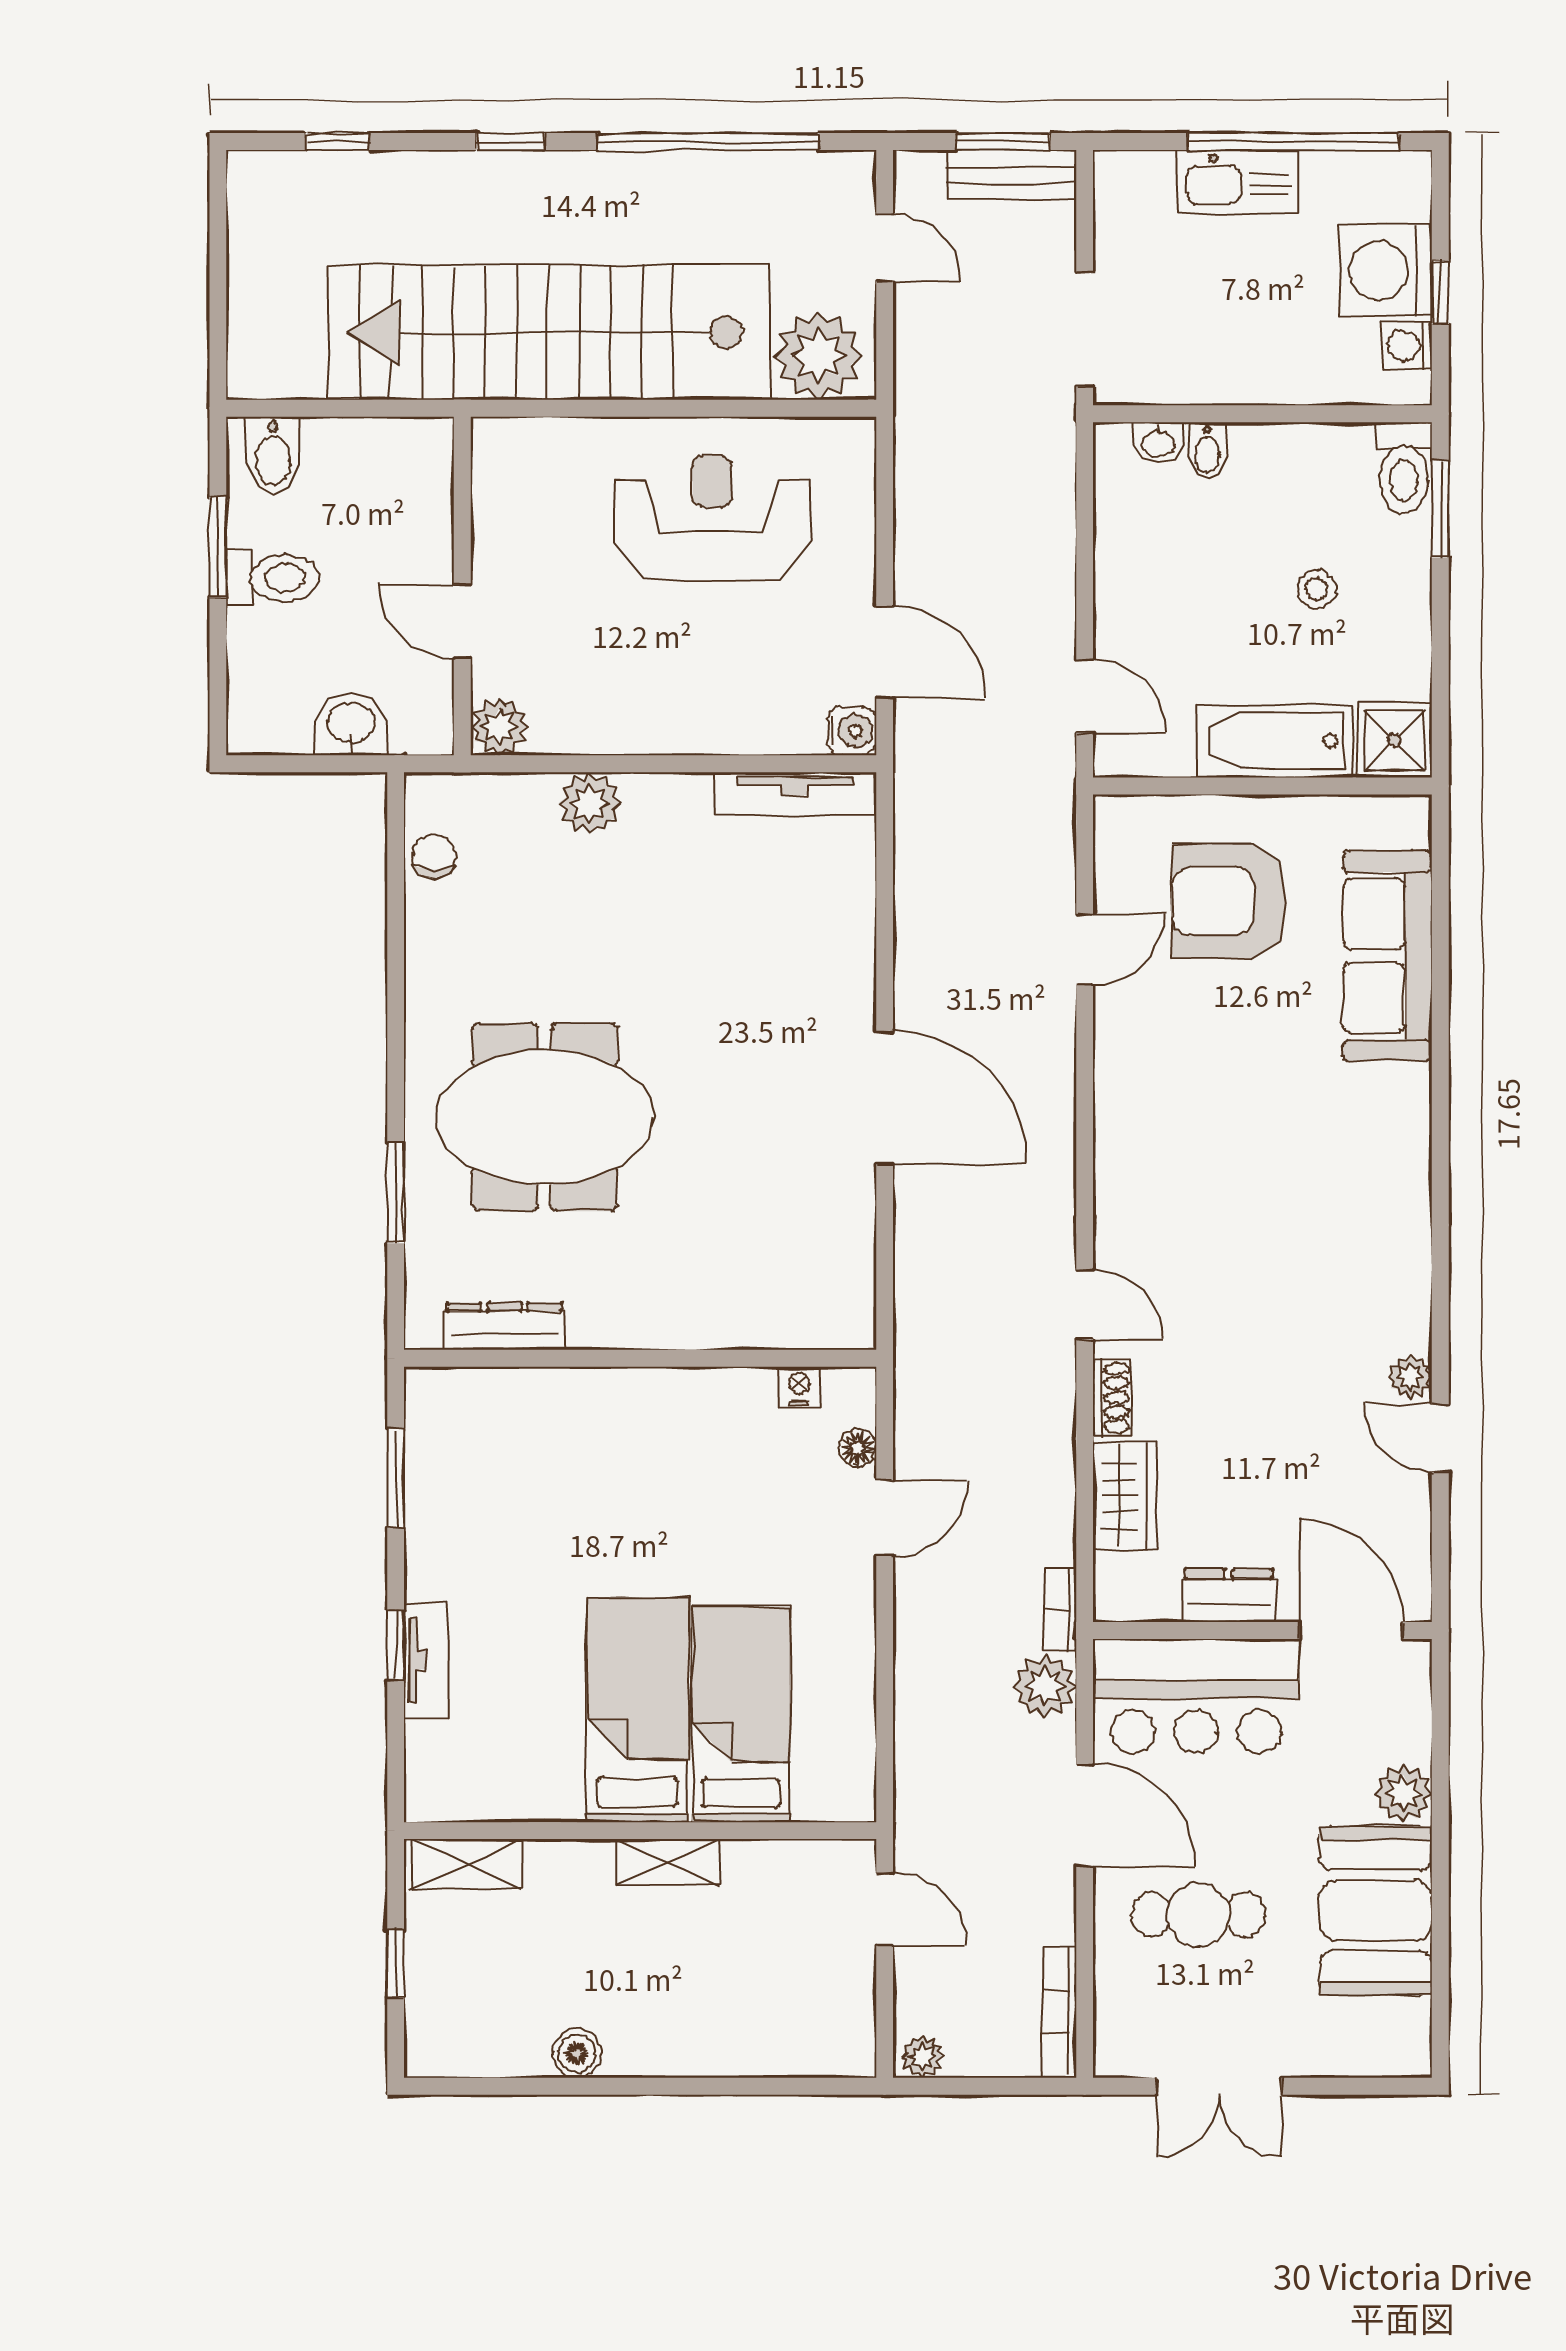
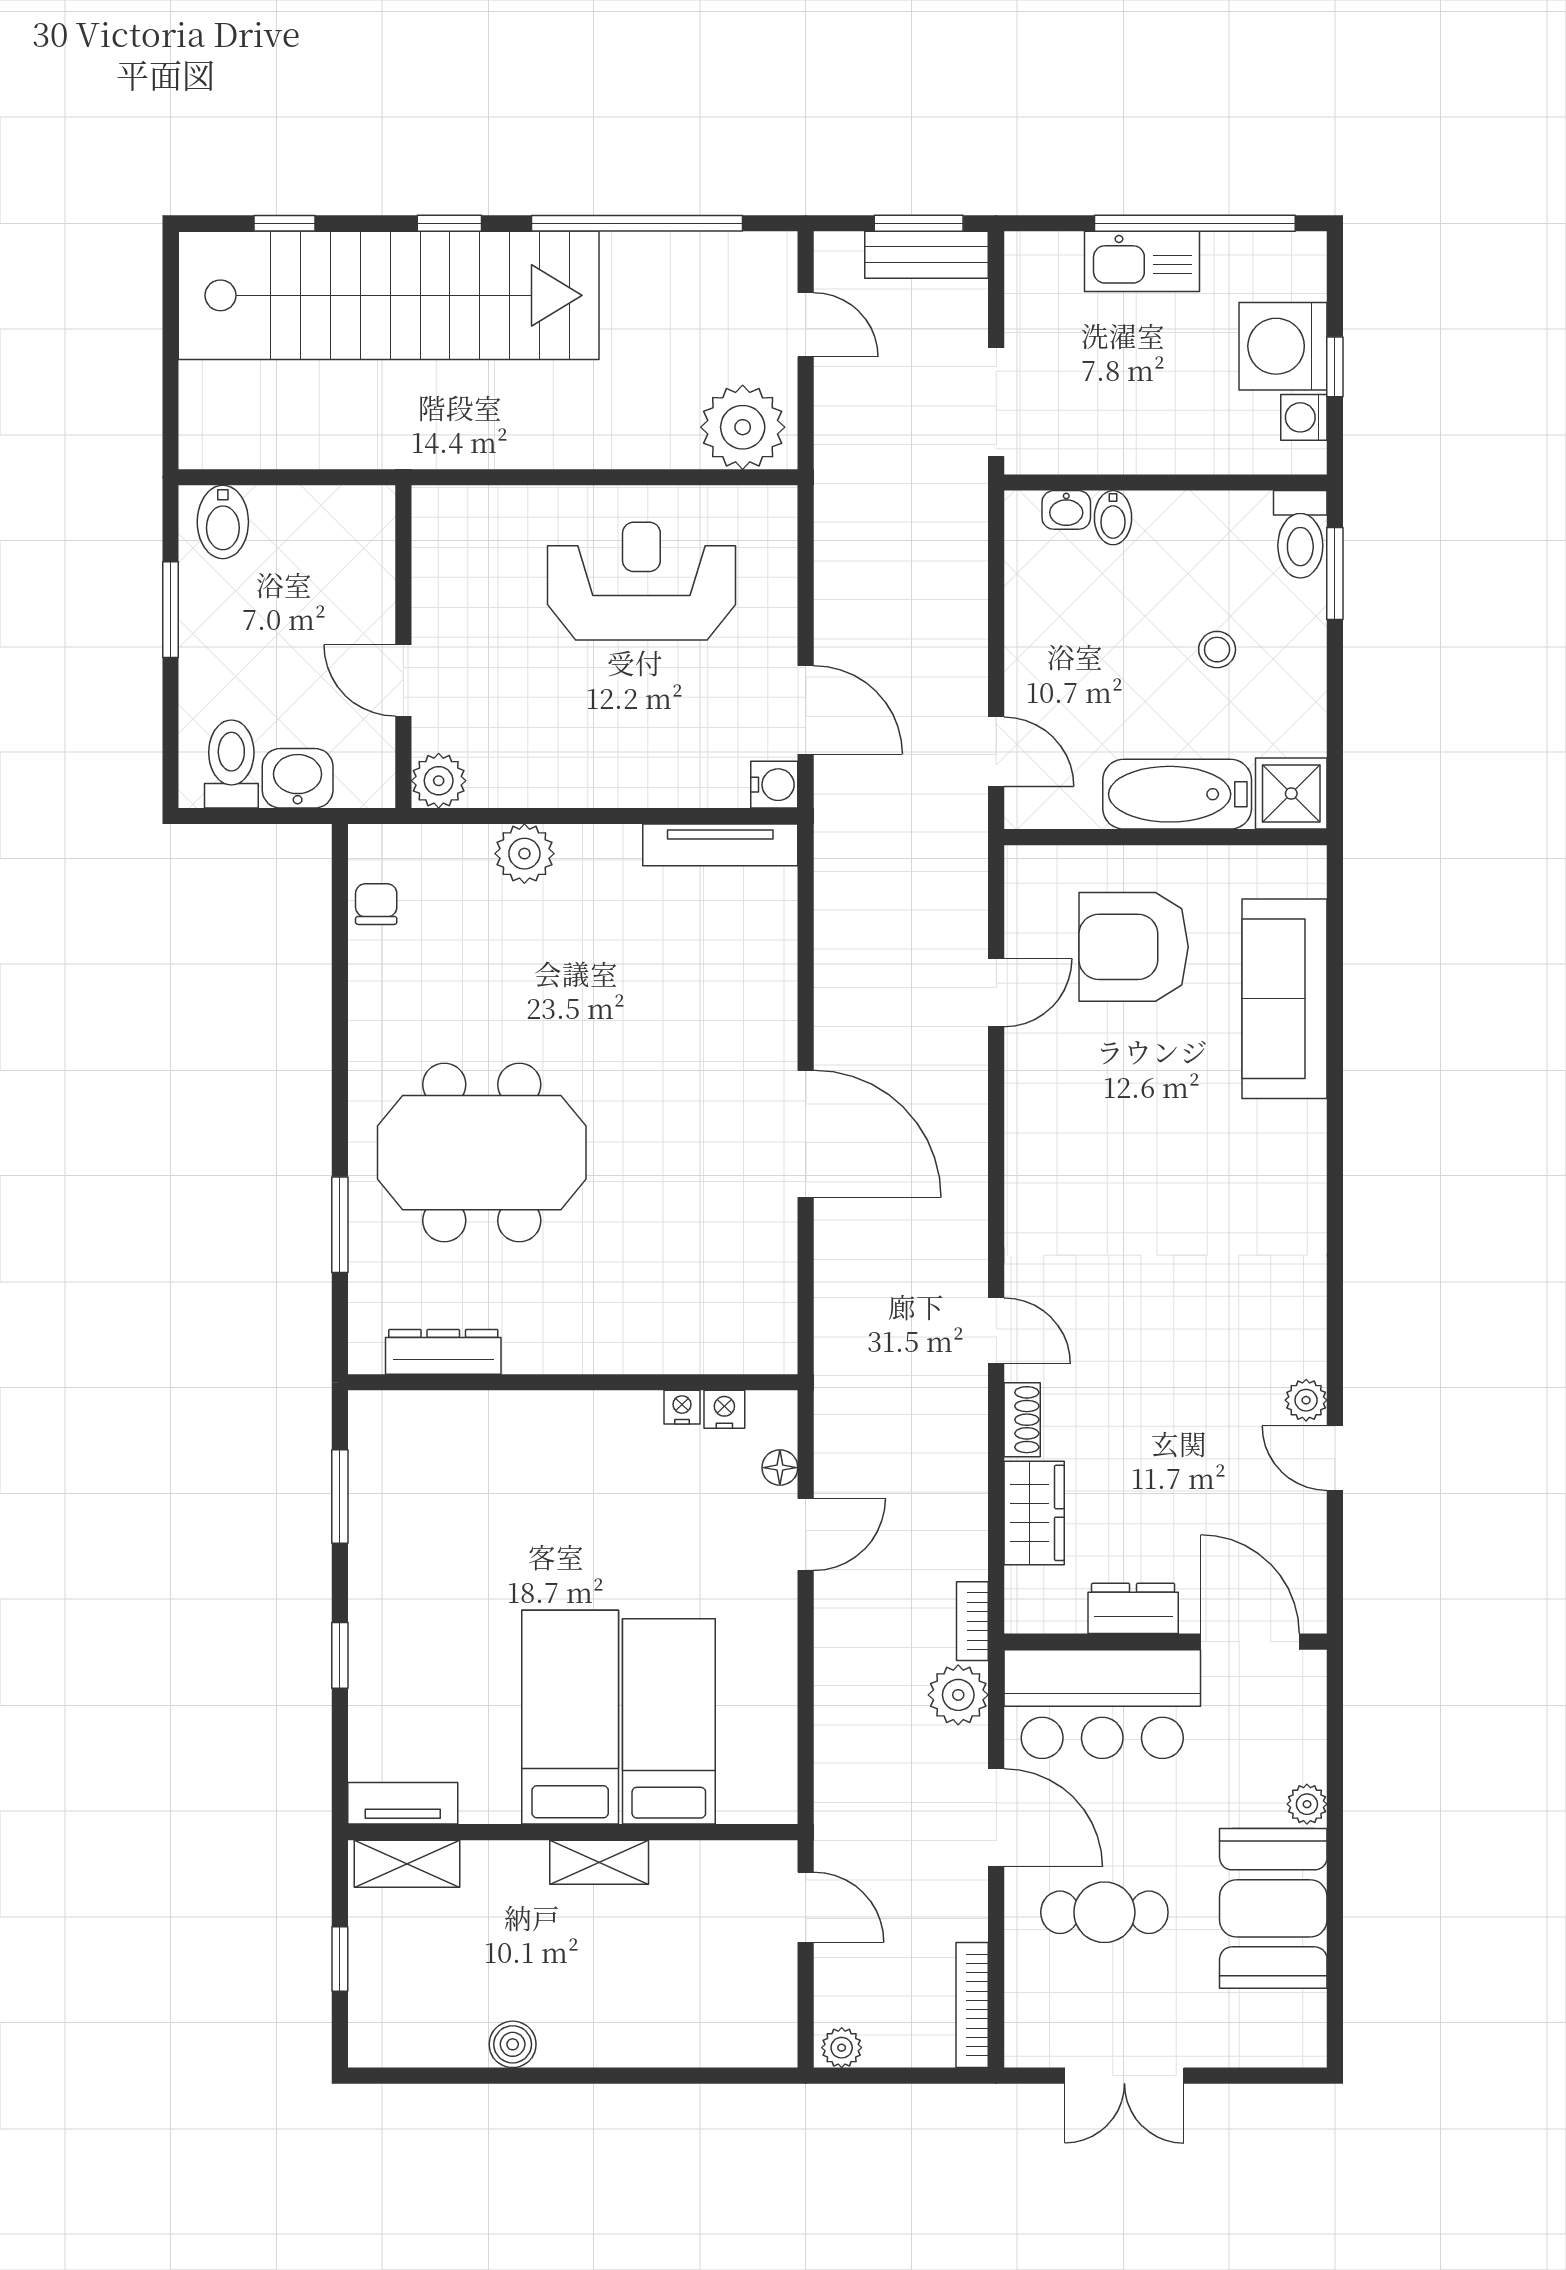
stairs: (549, 332) -> (389, 295), moved, turned 180
toilet: (272, 578) -> (231, 764), moved, turned -90
nightstand: (755, 1384) -> (682, 1407), added
tv unit: (426, 1660) -> (403, 1803), moved, turned -90
plant: (1403, 1793) -> (1307, 1804), width x0.73, depth x0.73

